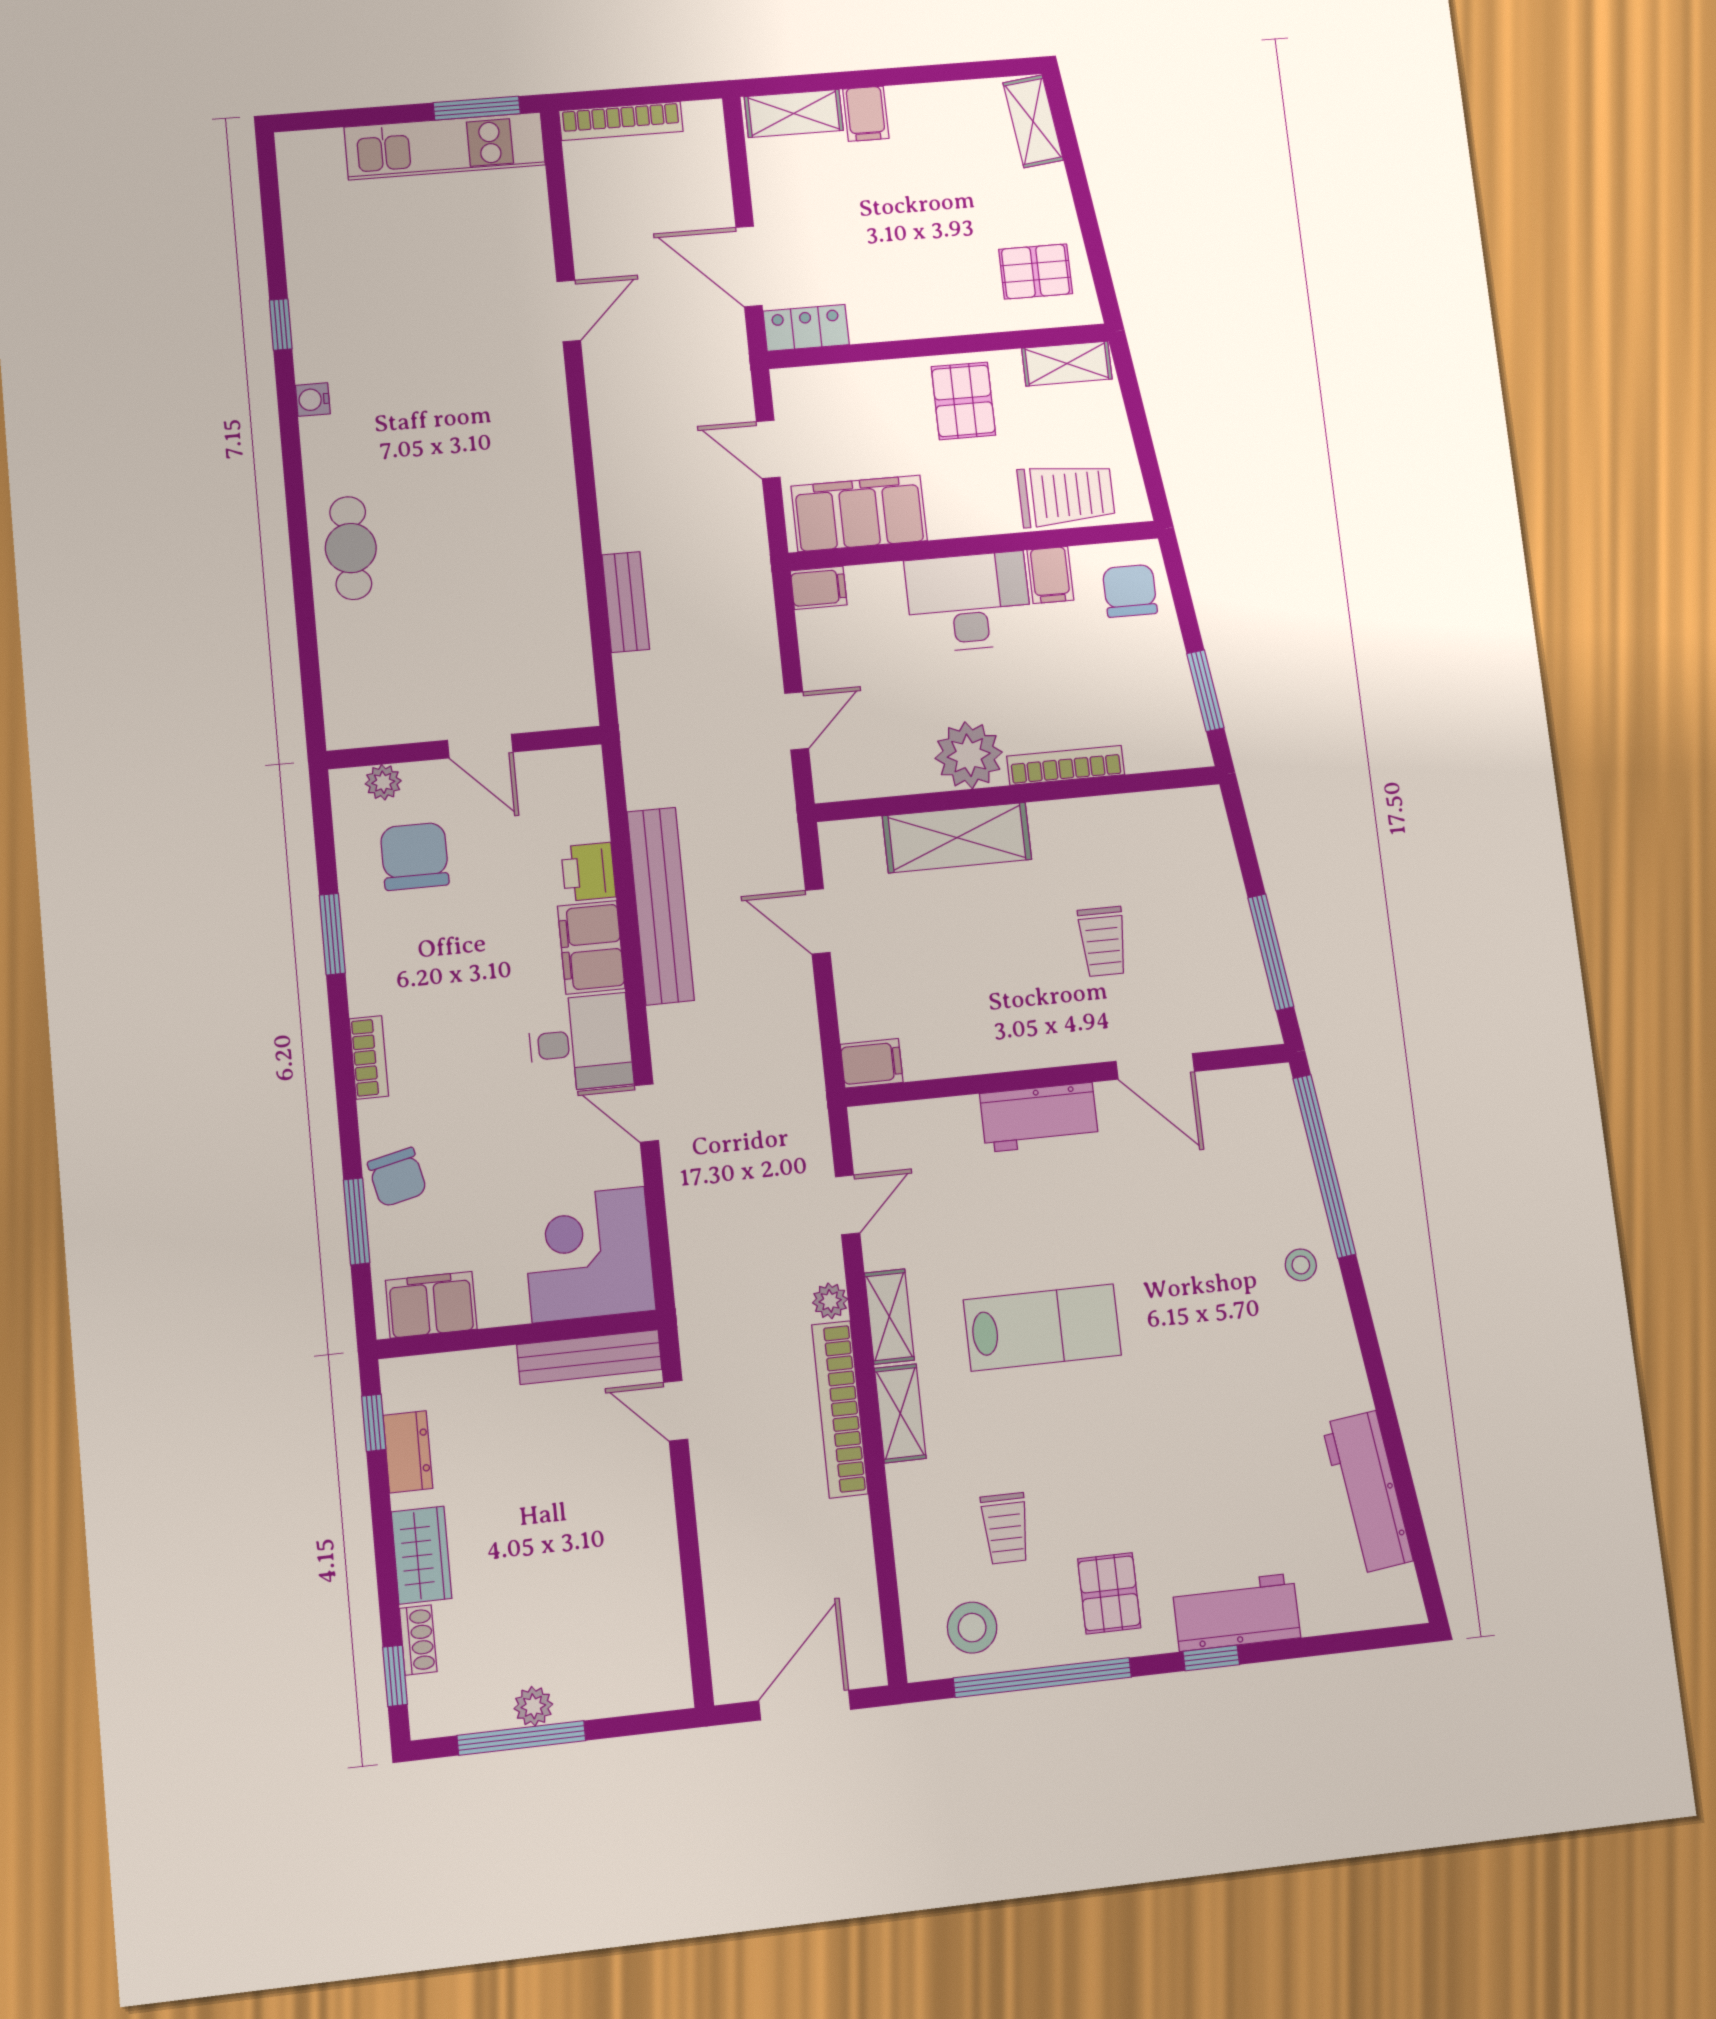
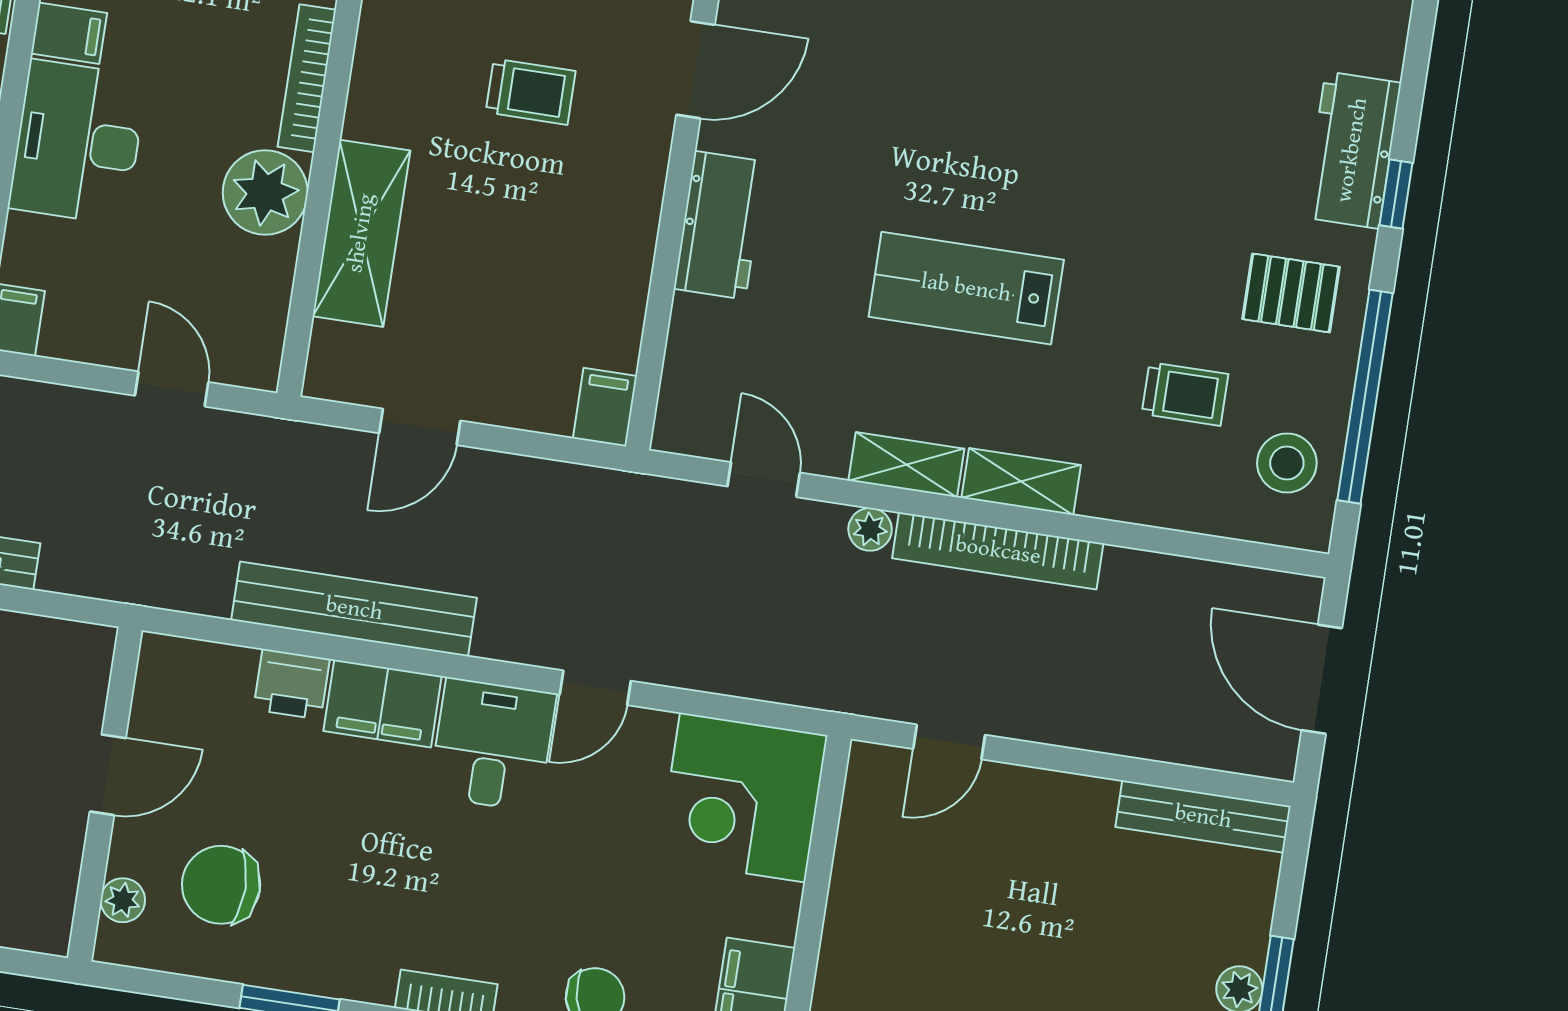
lab bench: (1042, 1328) -> (966, 288), turned -90
bench: (589, 1357) -> (1203, 817), moved, turned 90

